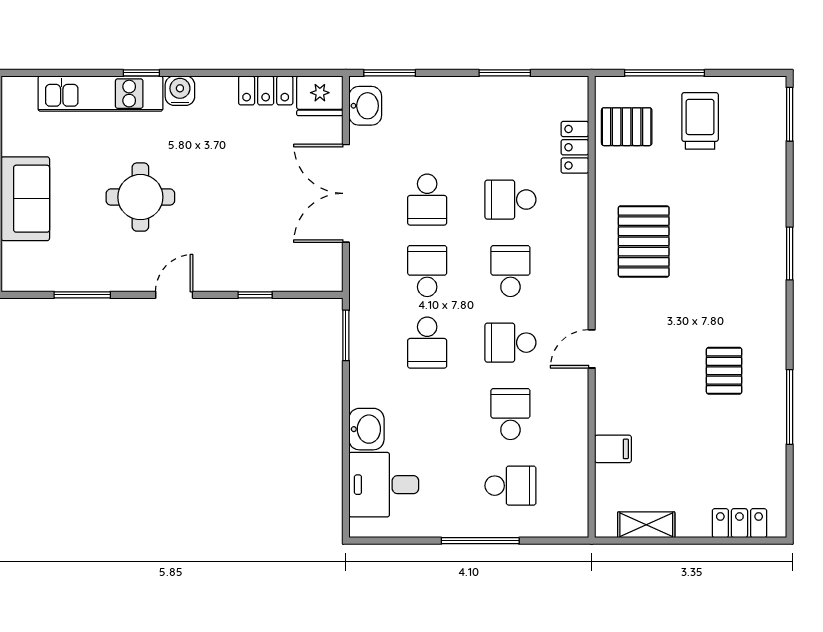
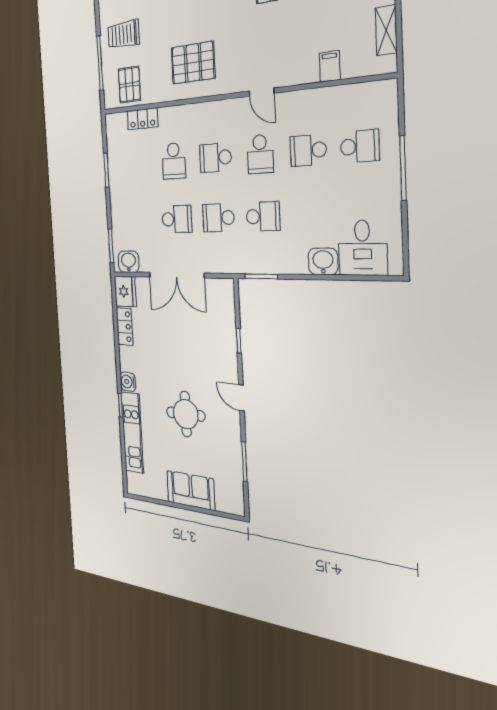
school desk: (510, 486) -> (360, 146), turned 90

